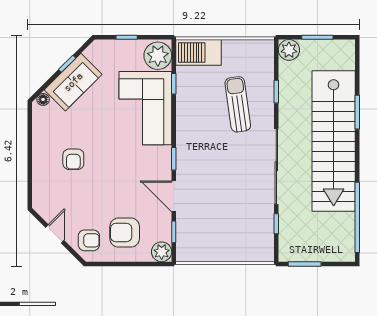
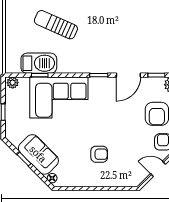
barbecue: (198, 52) -> (39, 63), moved, turned -90
plant: (158, 56) -> (13, 83), width x0.53, depth x0.53
sun lounger: (238, 104) -> (56, 25), turned 32

